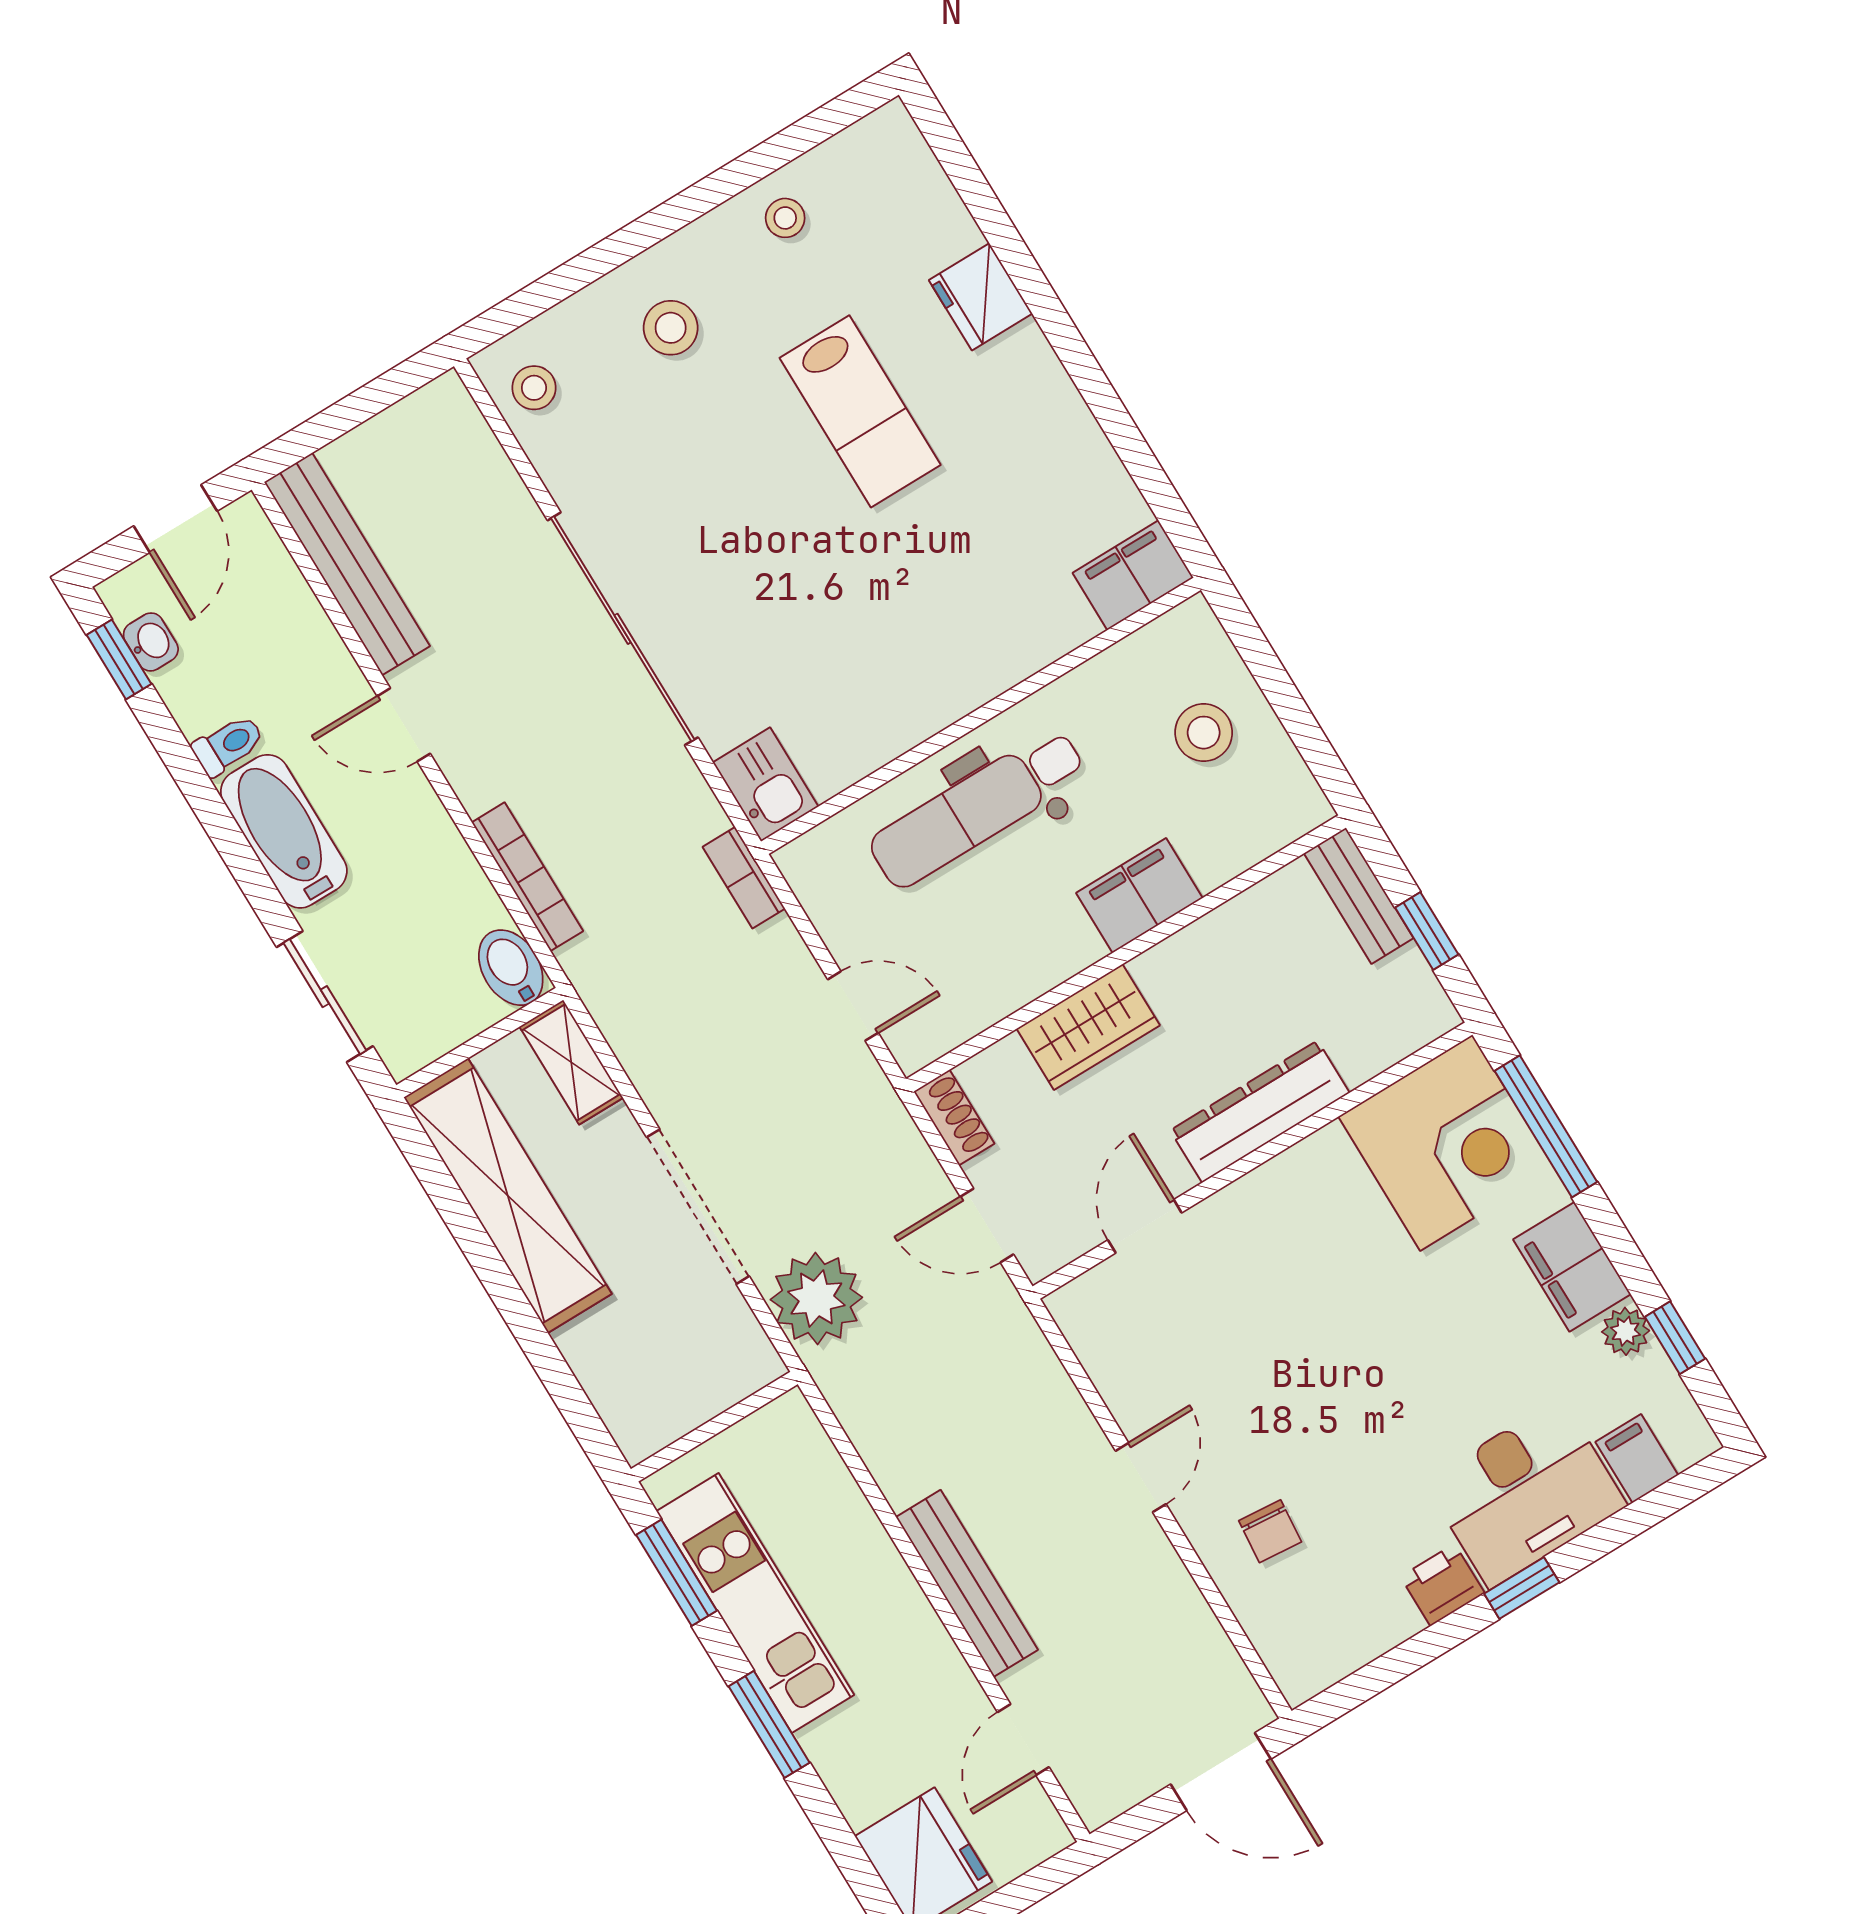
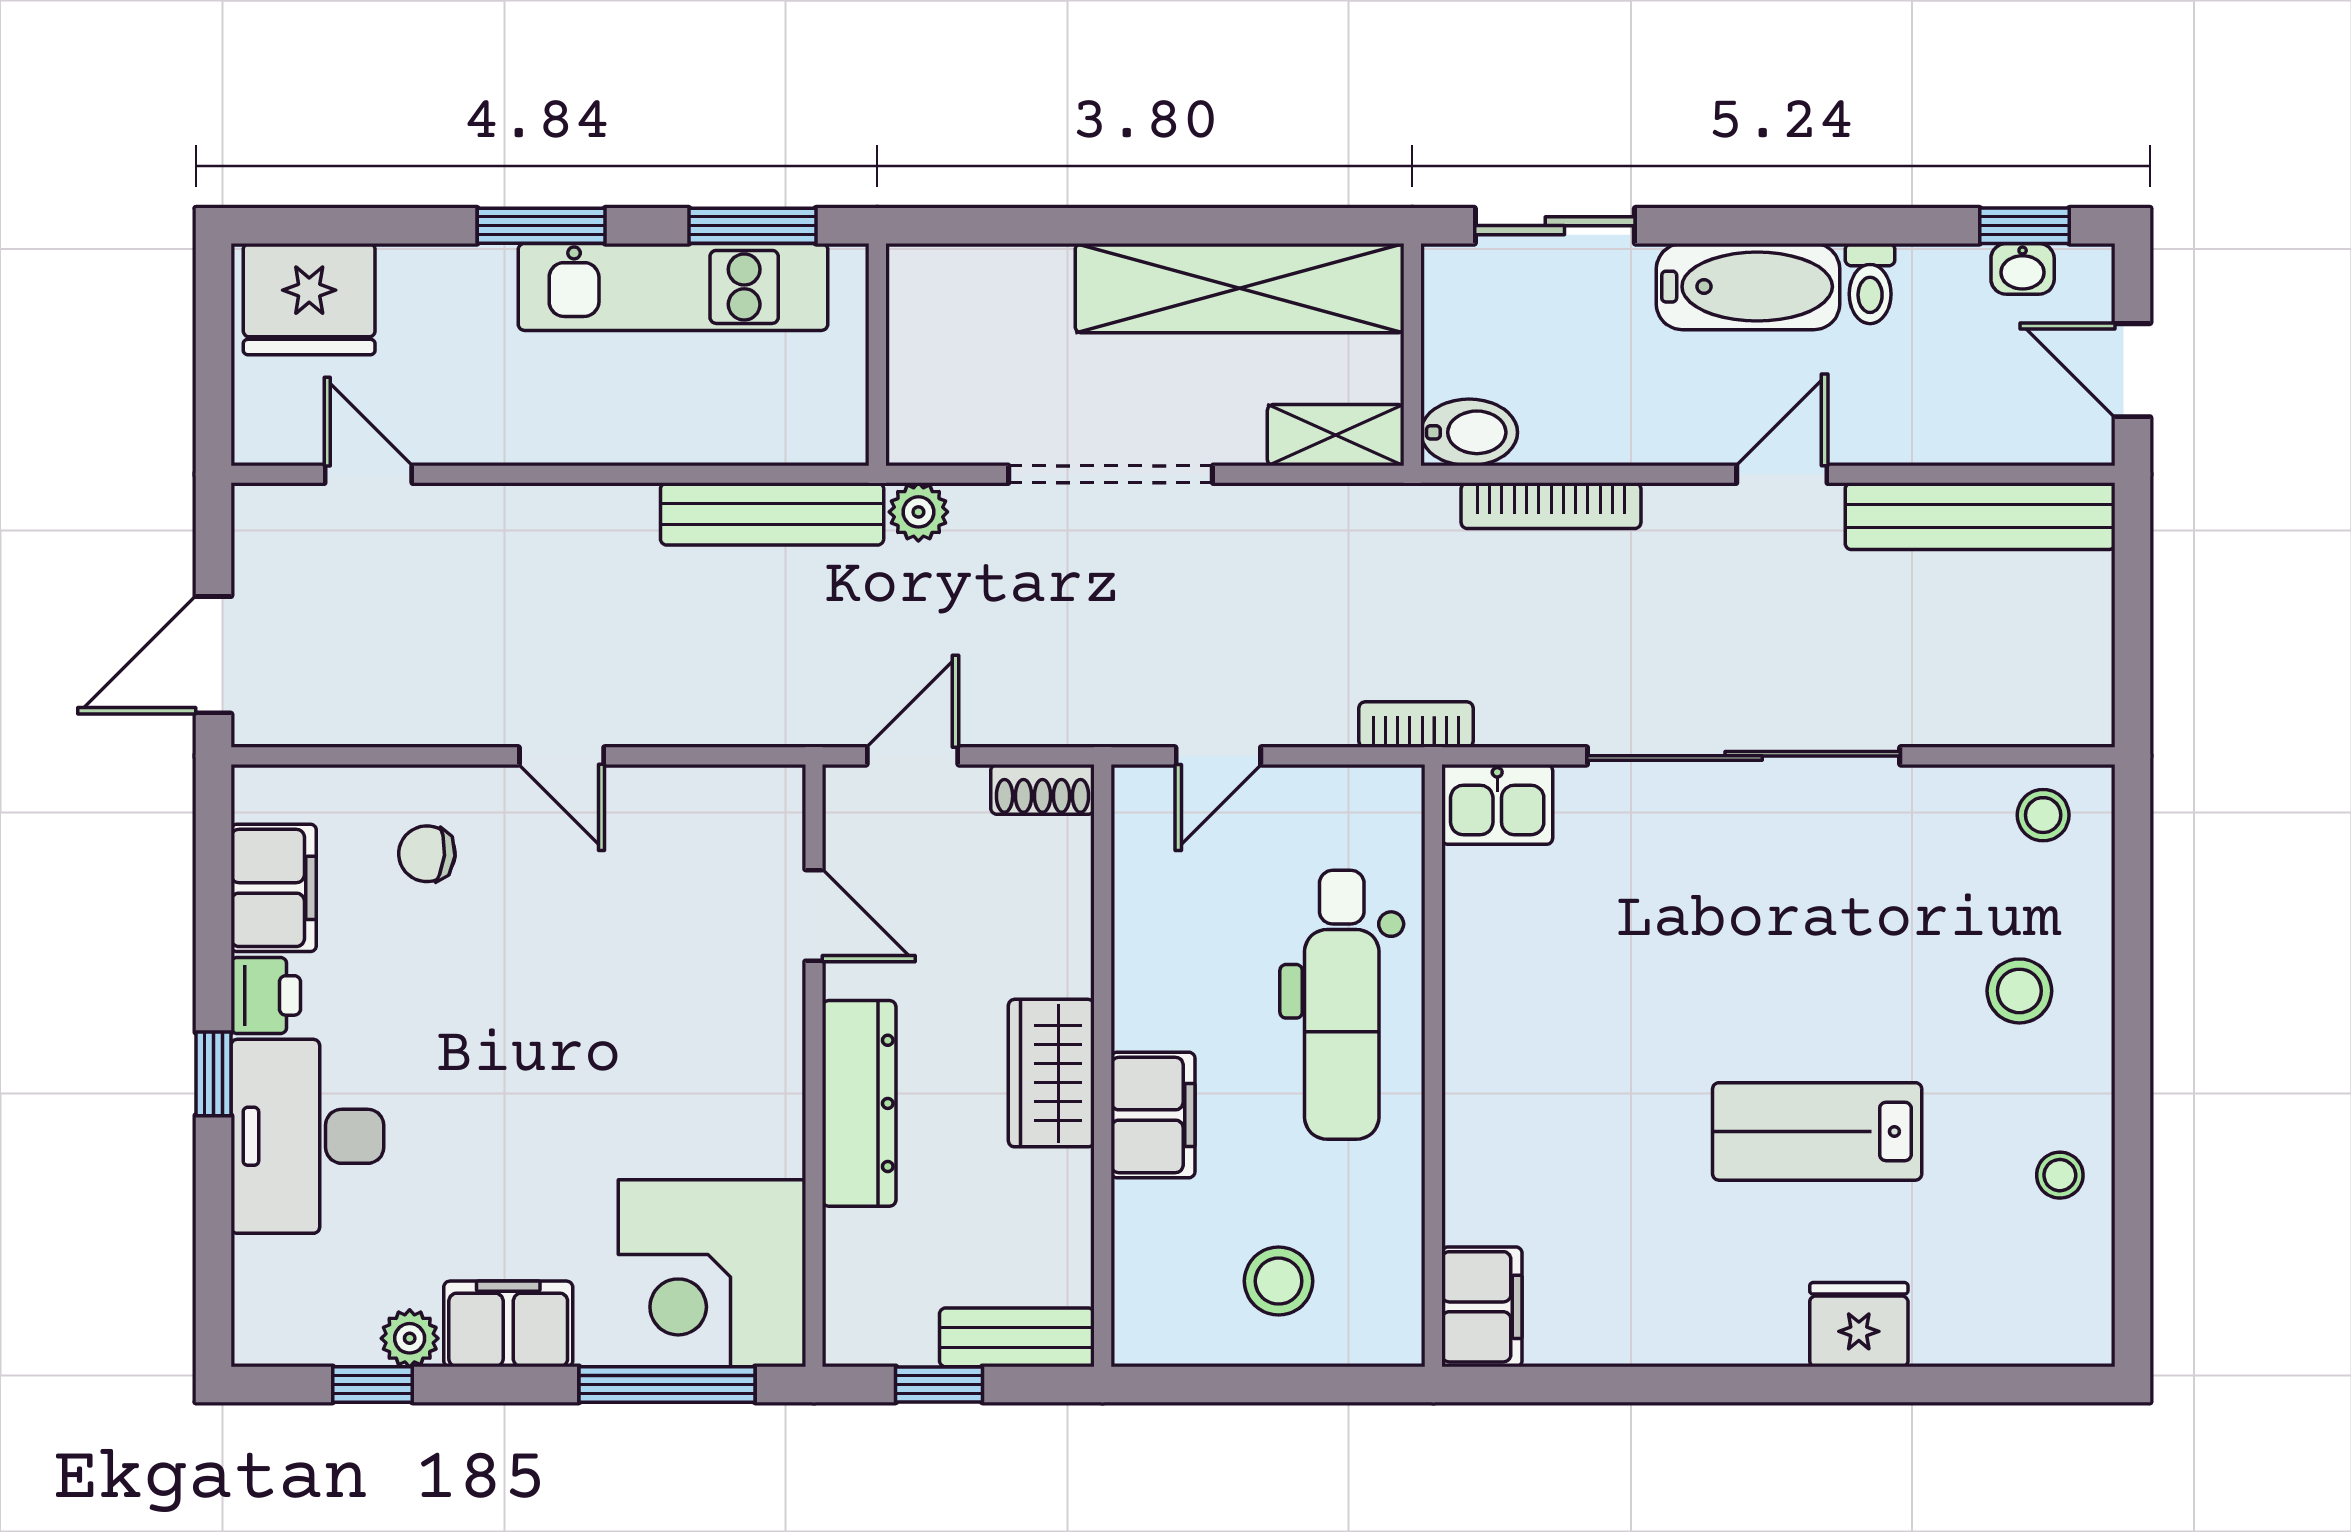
dental chair: (978, 808) -> (1342, 1005), turned 180
wardrobe: (1088, 1027) -> (1051, 1073), moved
plant: (816, 1299) -> (918, 512), width x0.53, depth x0.53
filing cabinet: (1637, 1458) -> (274, 888), moved, width x2.00
bench: (967, 1583) -> (772, 514), moved

